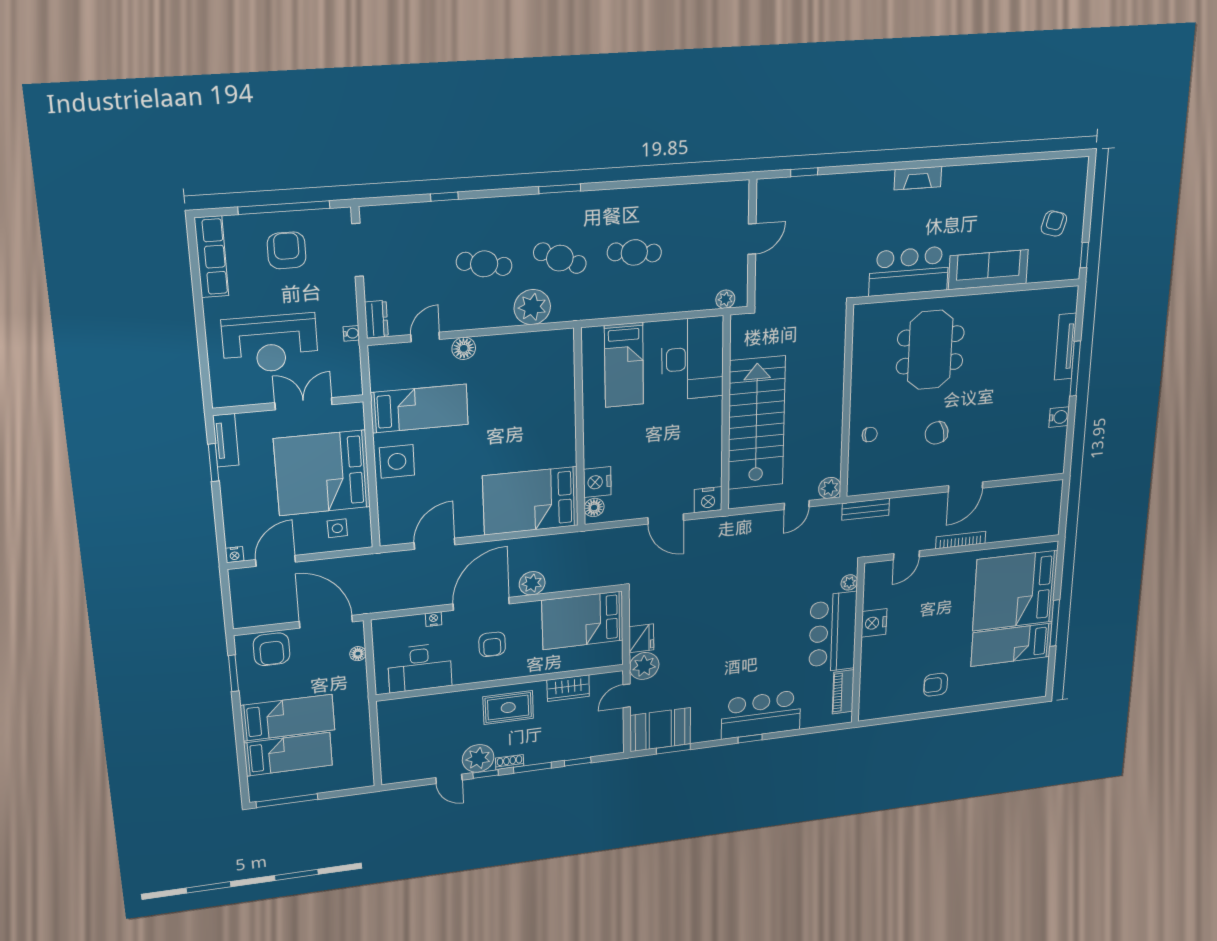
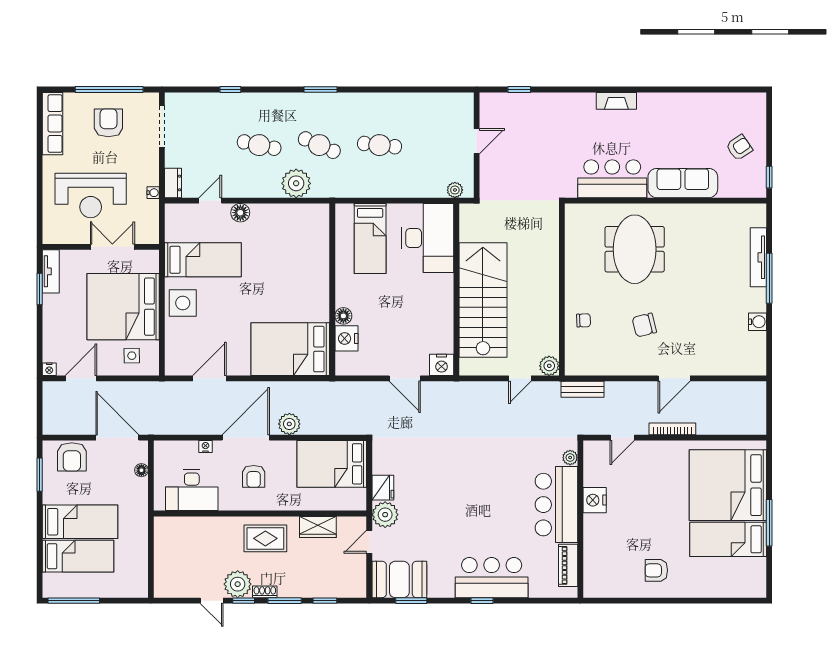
armchair: (1054, 224) -> (739, 148), turned 40
floor lamp: (594, 507) -> (343, 316), moved

